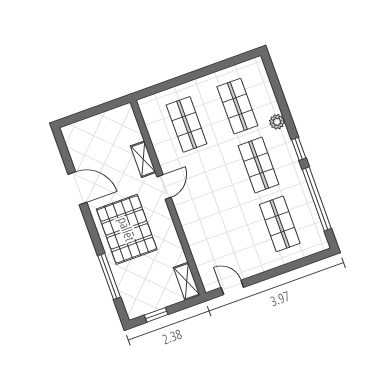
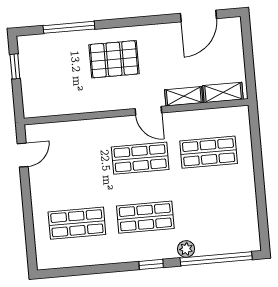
shop shelf: (237, 106) -> (140, 158), moved
door: (77, 188) -> (198, 16), moved
window: (317, 199) -> (216, 259), moved
pallet: (127, 229) -> (114, 59), width x0.73, depth x0.71
shelving: (187, 281) -> (223, 92), moved

